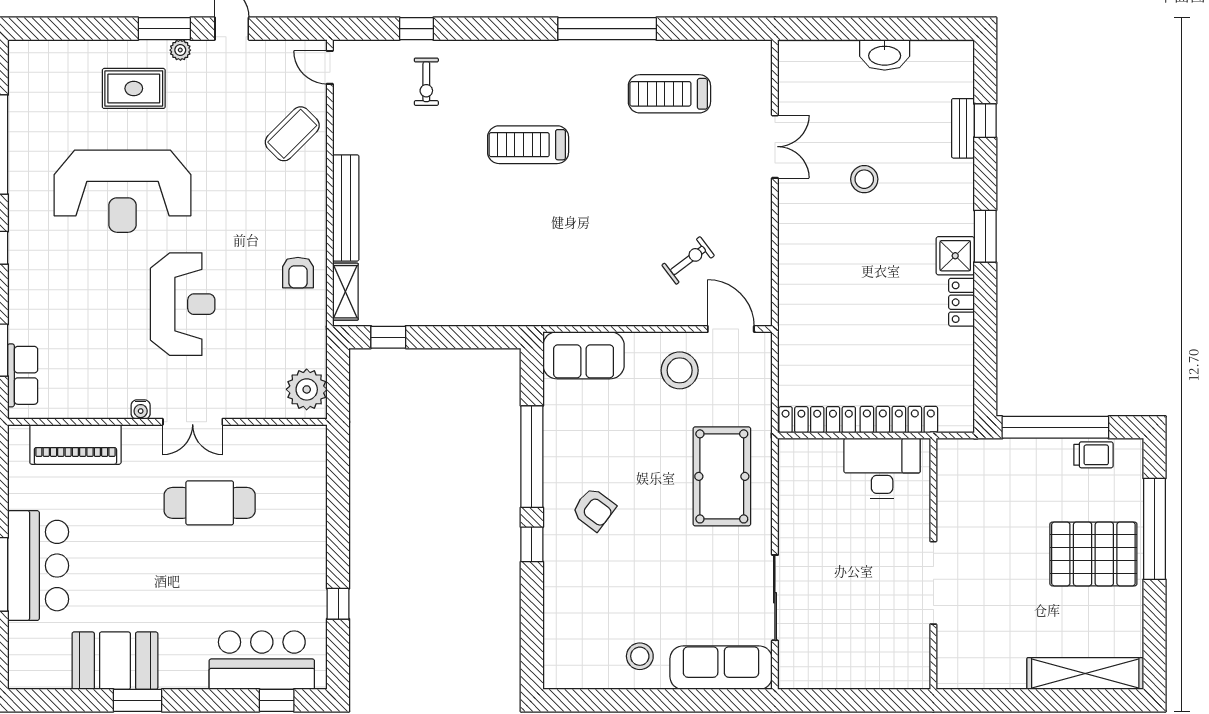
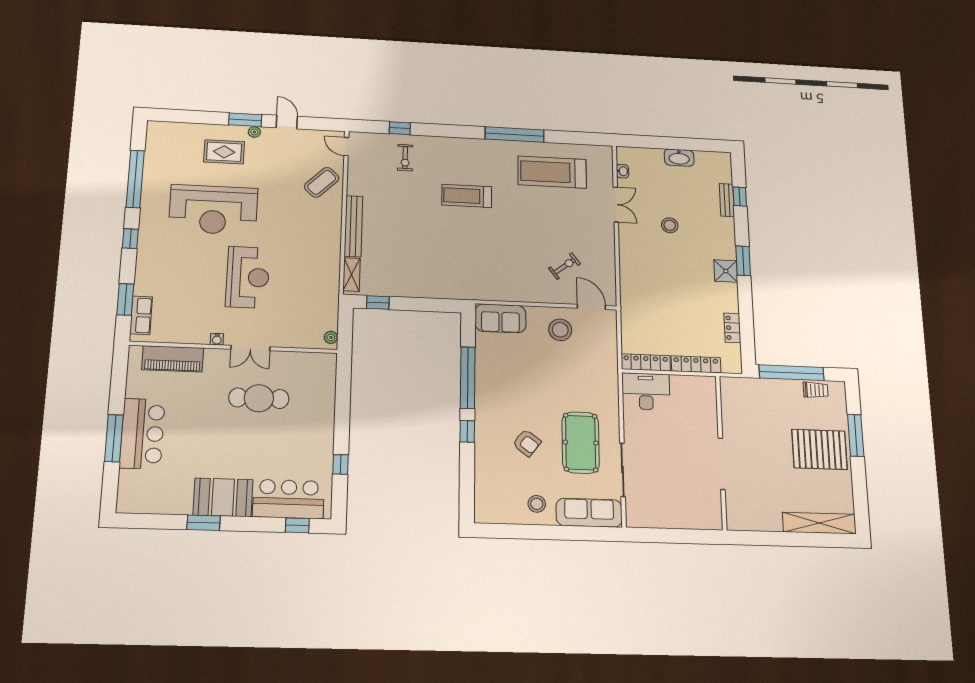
washbasin: (788, 85) -> (623, 171), added
treadmill: (669, 94) -> (552, 172), width x1.37, depth x1.38
armchair: (298, 273) -> (322, 262), removed
locker: (961, 302) -> (732, 328), moved
plant: (307, 389) -> (331, 337), width x0.53, depth x0.53
desk: (882, 468) -> (646, 391), moved
pool table: (722, 476) -> (581, 443), moved
armchair: (594, 509) -> (527, 443), moved
window: (1154, 529) -> (856, 435), width x0.68
booth: (115, 661) -> (223, 497), moved

